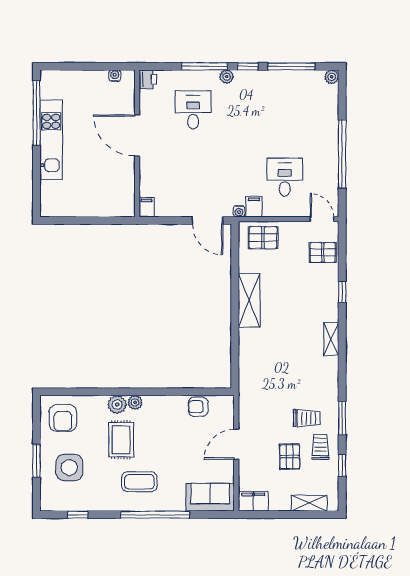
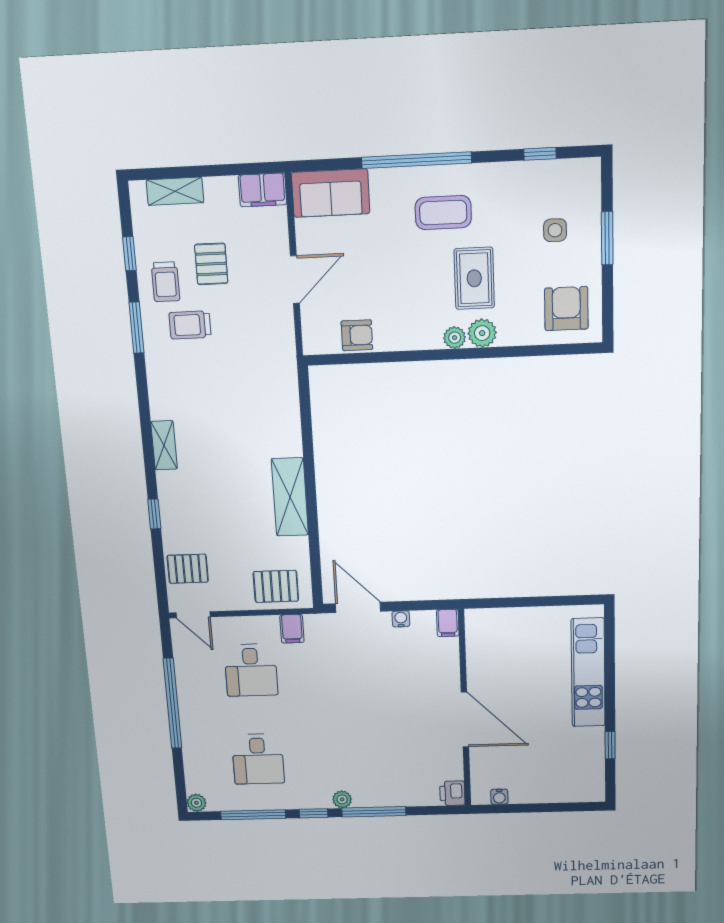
desk: (193, 110) -> (258, 759), moved
window: (36, 113) -> (610, 745), width x0.32
kitchen unit: (51, 140) -> (588, 673), moved
water cooler: (239, 211) -> (401, 619), moved
side table: (69, 468) -> (555, 230), width x0.54, depth x0.54

